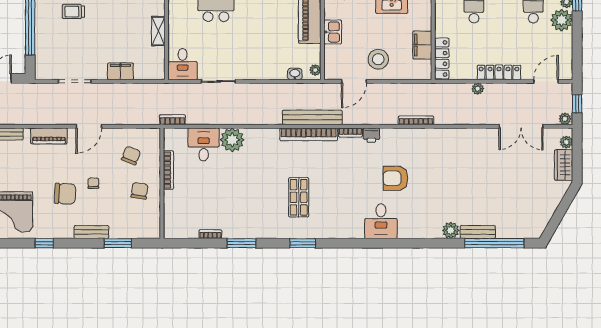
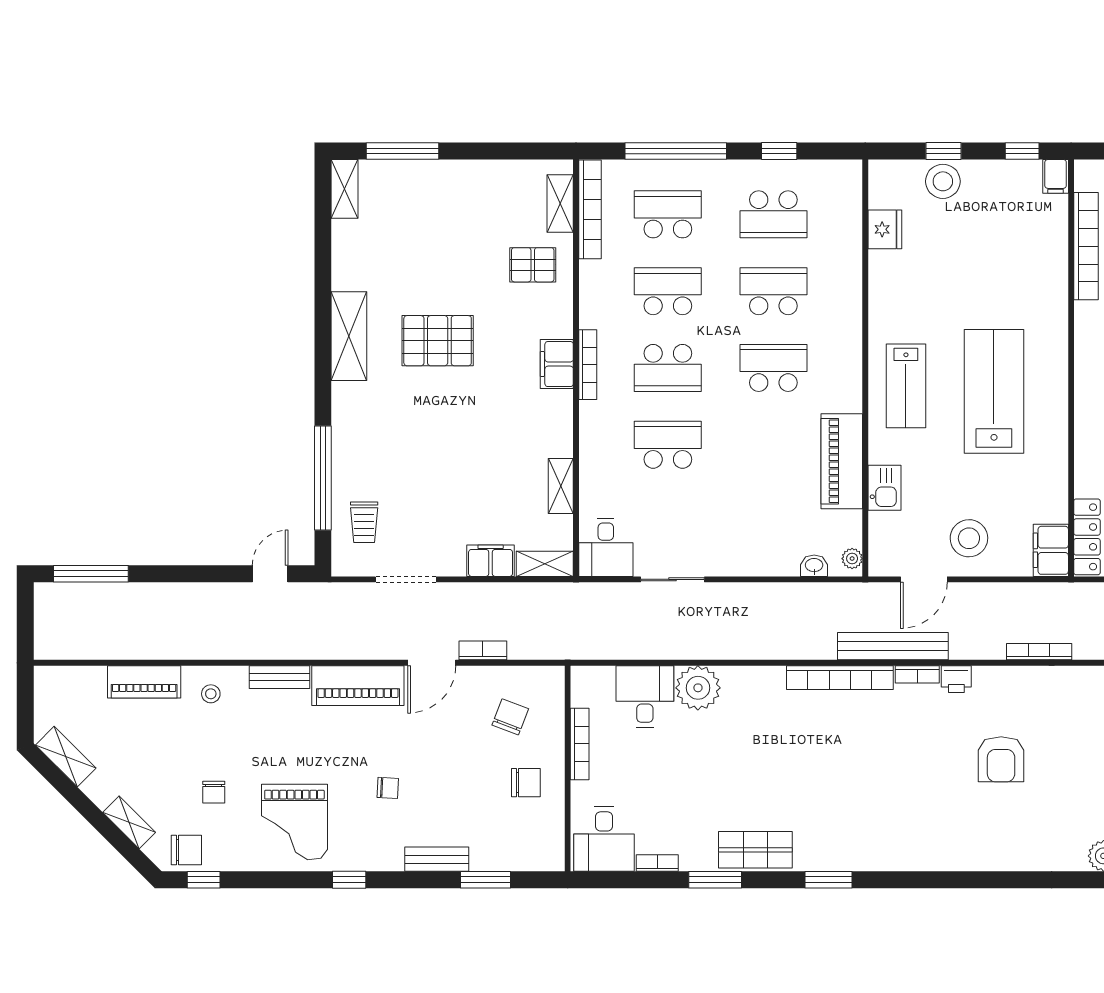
trolley: (73, 12) -> (364, 522), moved, turned -90
filing cabinet: (422, 45) -> (1051, 550), moved
shelving: (150, 73) -> (545, 564), added
bench: (312, 117) -> (893, 646), moved
bookcase: (172, 120) -> (483, 650), moved
piano: (49, 136) -> (358, 686), width x1.37, depth x1.33
armchair: (395, 178) -> (1001, 759), turned -90
chair: (93, 183) -> (440, 768), removed
chair: (140, 191) -> (526, 783), turned 81
chair: (65, 194) -> (388, 788), width x0.54, depth x0.54
shop shelf: (299, 197) -> (755, 850), moved, turned 90
desk: (381, 221) -> (604, 839), moved

